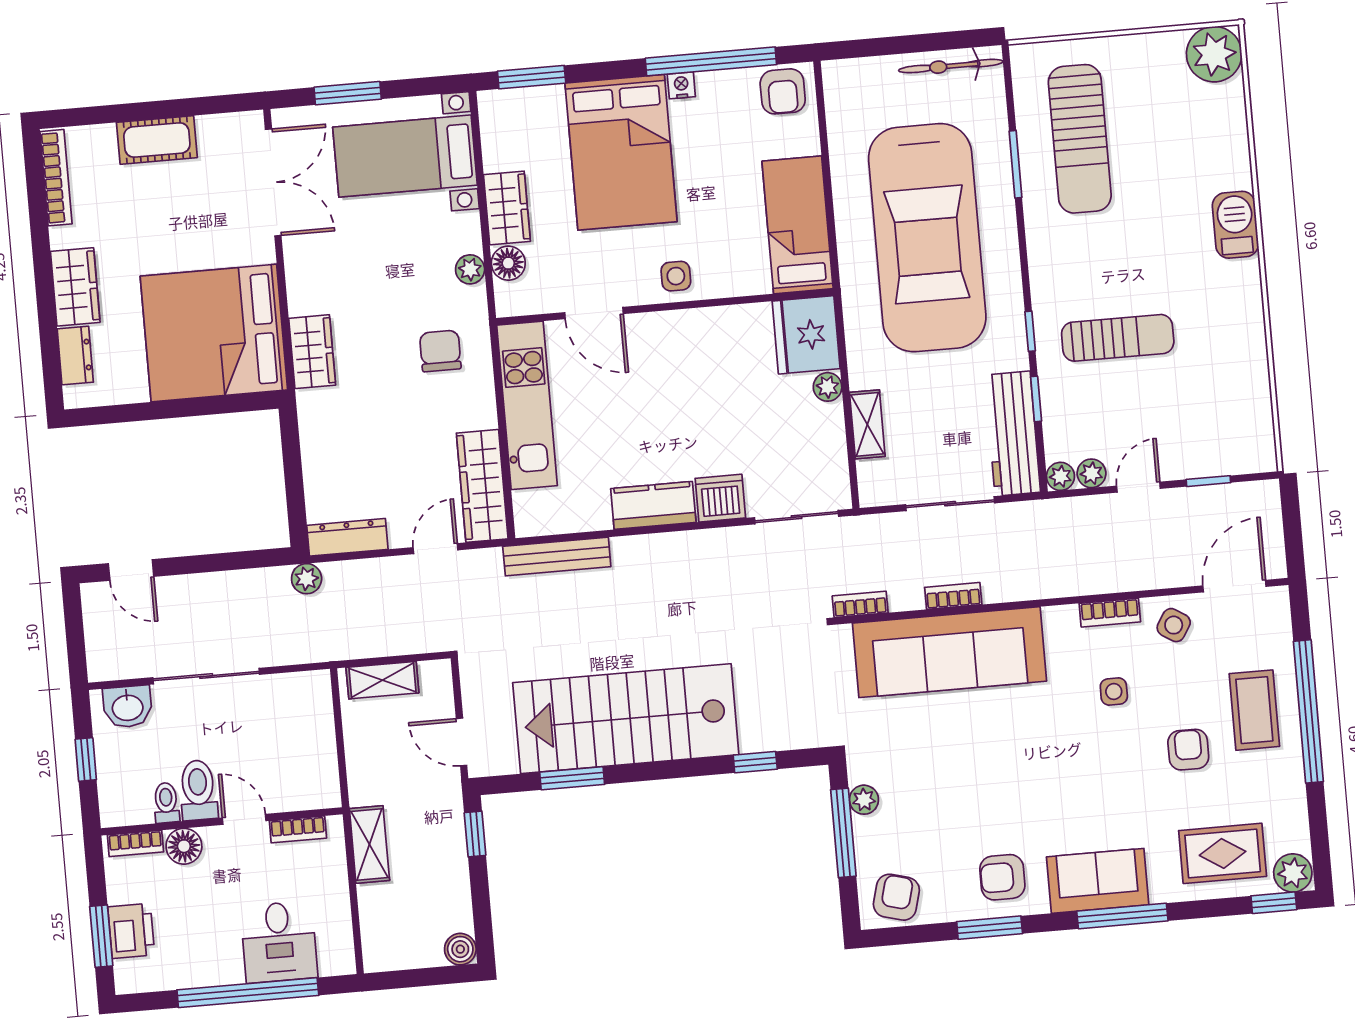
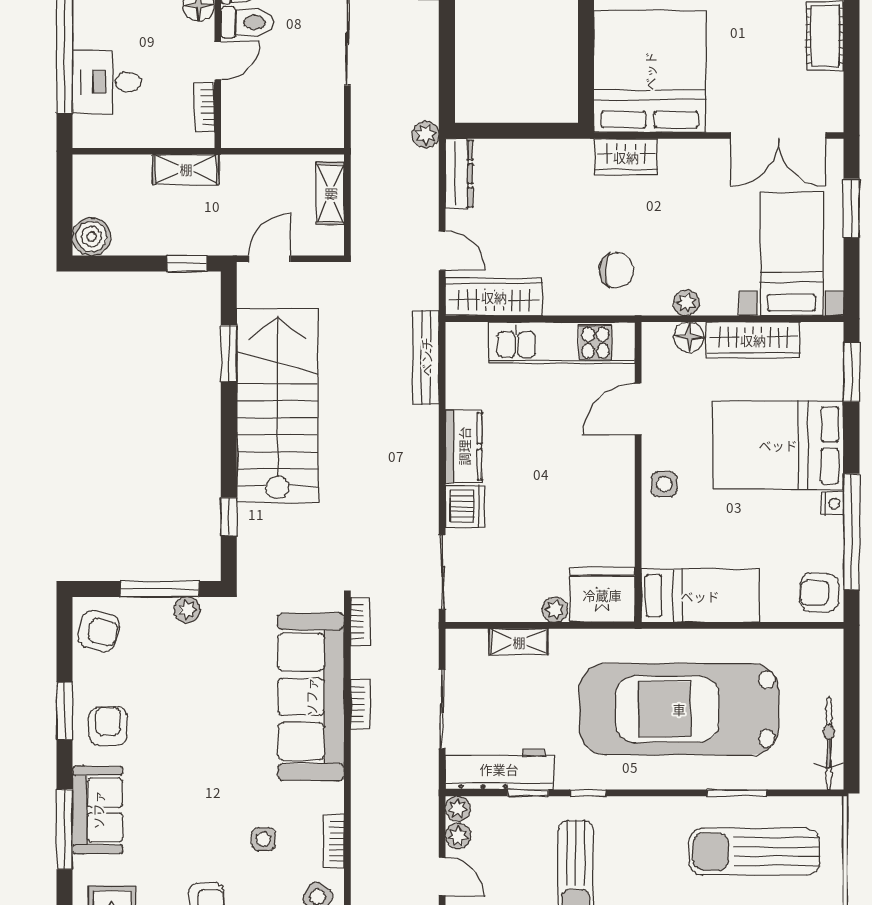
wardrobe: (507, 208) -> (753, 340), width x1.50
boiler: (460, 949) -> (91, 237), width x1.36, depth x1.36

